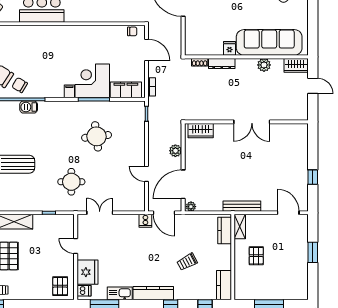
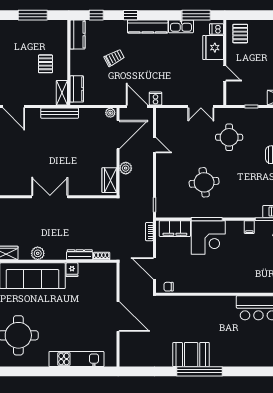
filing cabinet: (69, 91) -> (249, 227), moved
wardrobe: (201, 131) -> (109, 180), moved, turned -90

